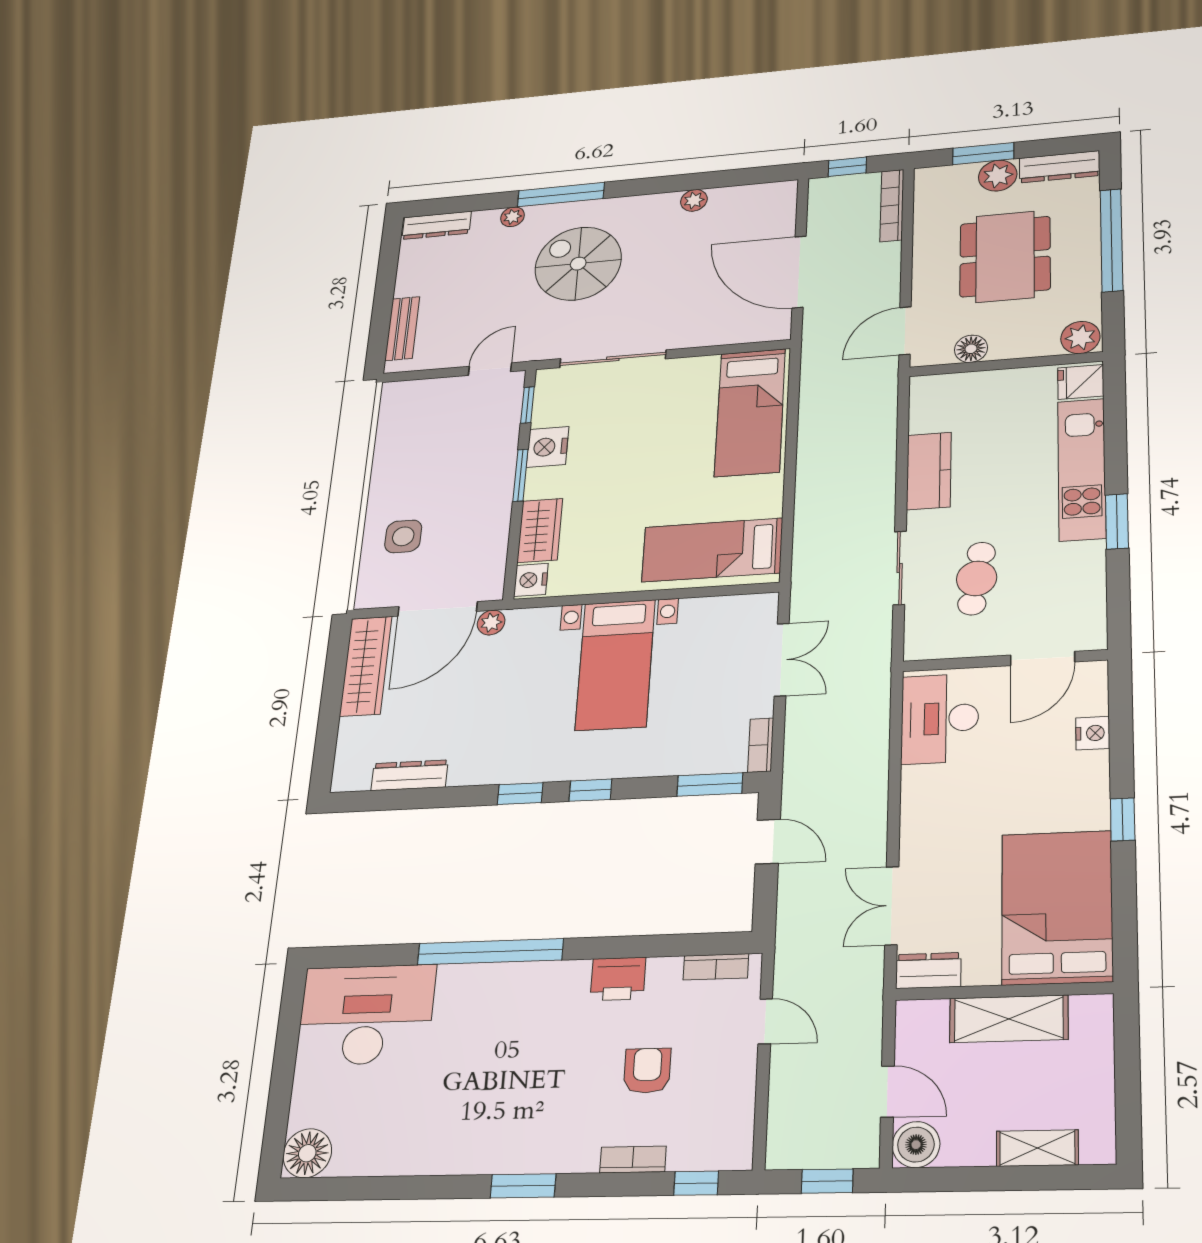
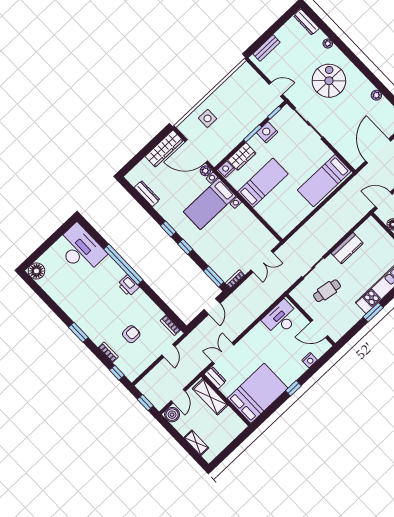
window: (561, 195) -> (346, 51), removed
bed: (712, 550) -> (263, 183), moved, turned 90
bed with nightstands: (615, 665) -> (210, 204), moved
printer: (618, 979) -> (128, 286), moved
shelving: (1009, 1019) -> (210, 397), moved

